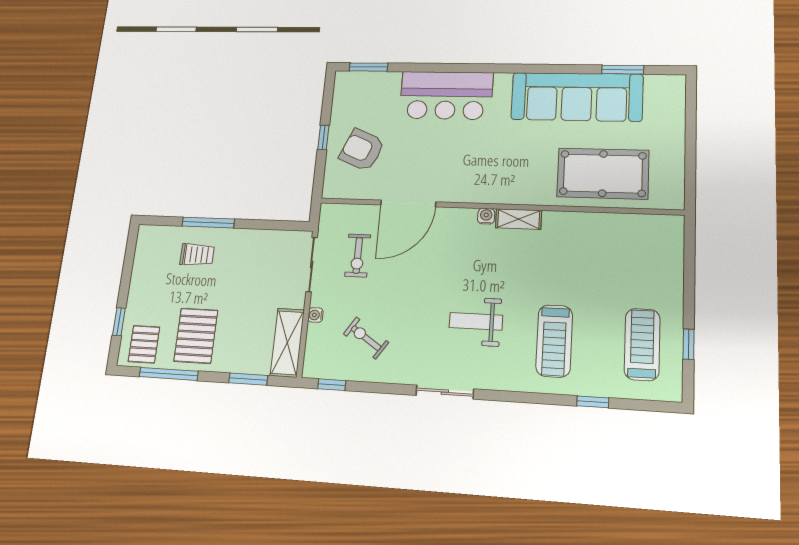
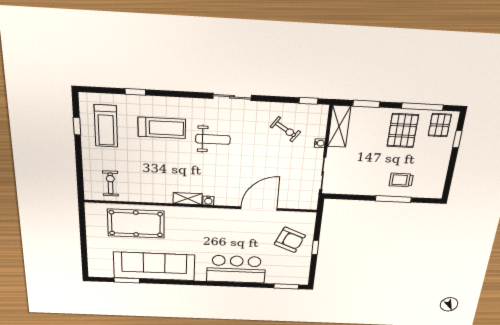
exercise bike: (358, 255) -> (110, 183), moved
treadmill: (554, 341) -> (162, 128), turned 90

